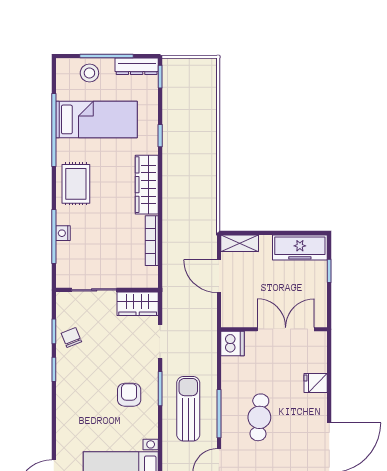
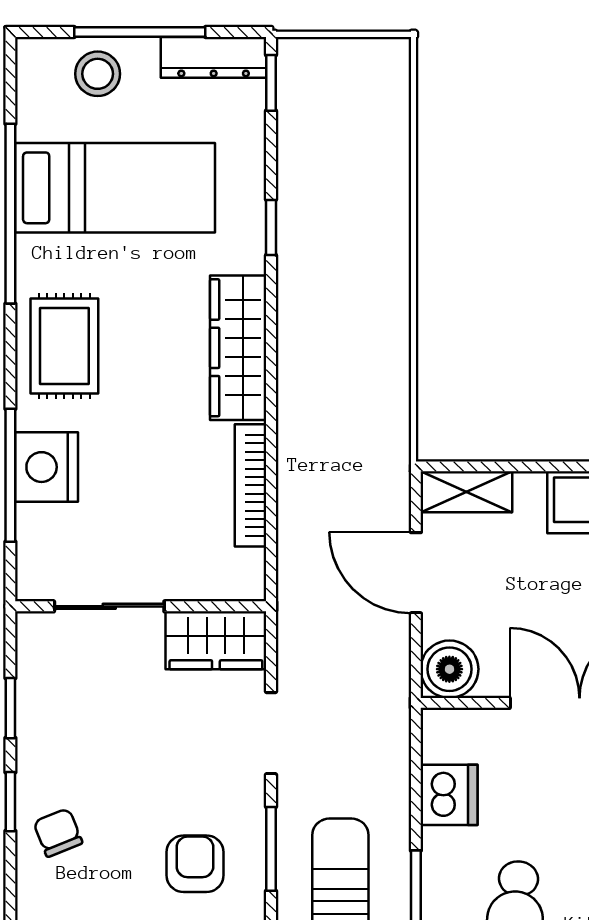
nightstand: (63, 233) -> (47, 467), width x1.89, depth x1.79
boiler: (233, 316) -> (449, 669), added
chair: (71, 338) -> (58, 833), moved
dishwasher: (233, 344) -> (449, 795), moved

